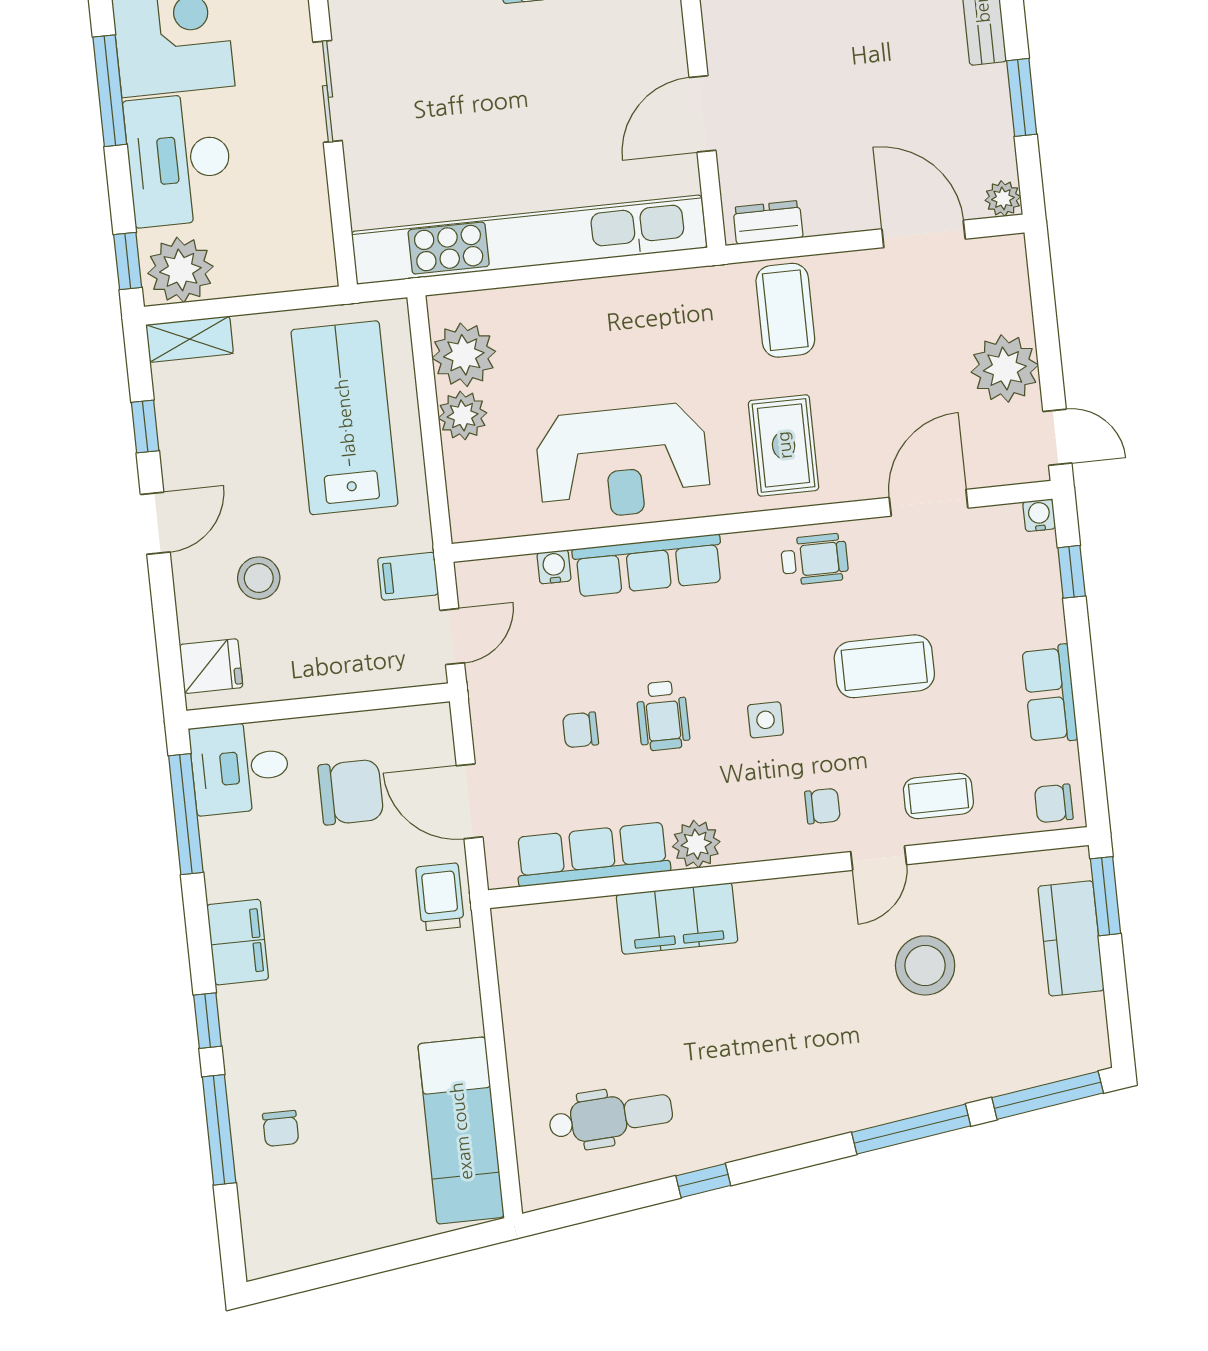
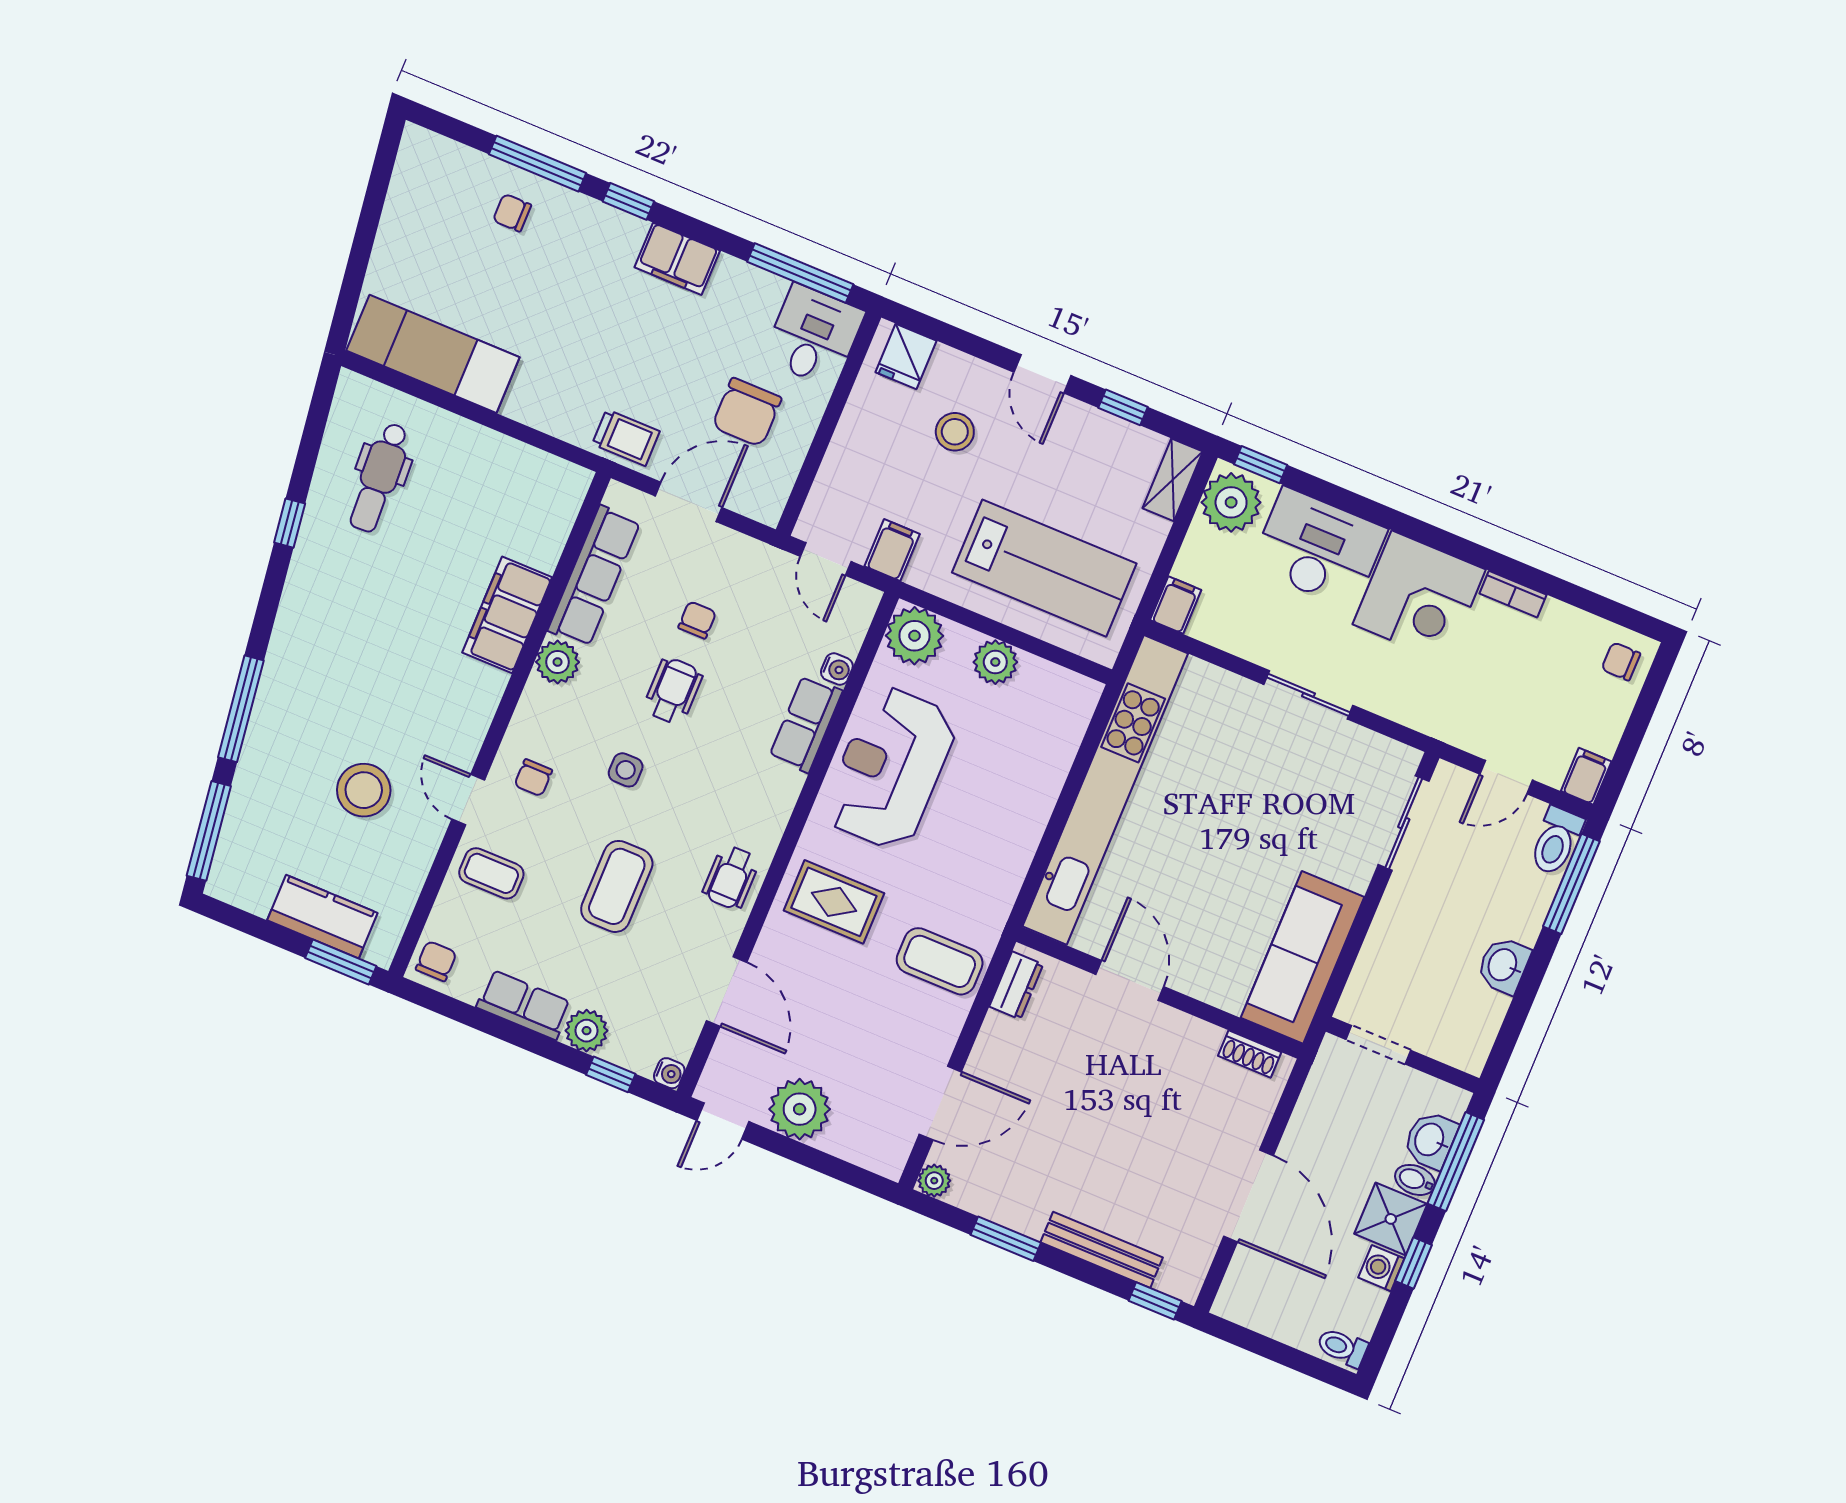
window: (110, 91) -> (1403, 524), removed
filing cabinet: (311, 269) -> (1176, 605), added
plant: (464, 355) -> (915, 636), moved
row of seats: (648, 565) -> (806, 724), width x0.68
plant: (1042, 619) -> (587, 1031), added
wheelchair: (663, 716) -> (673, 691), turned 90
coffee table: (938, 796) -> (491, 873), turned 90

